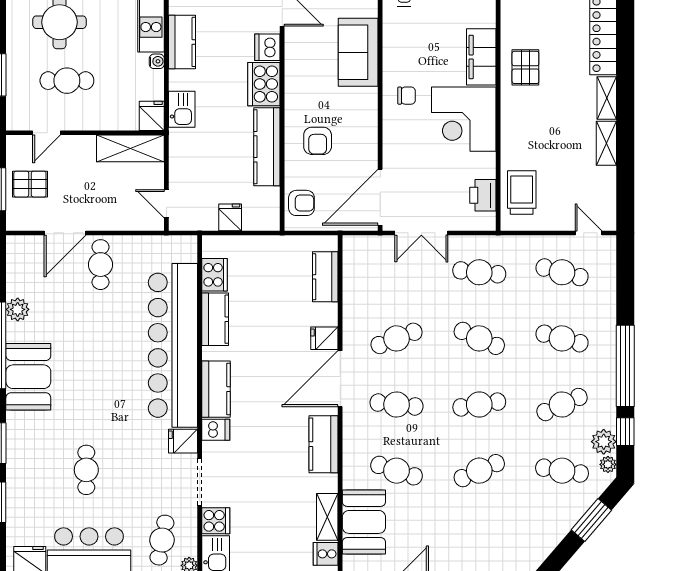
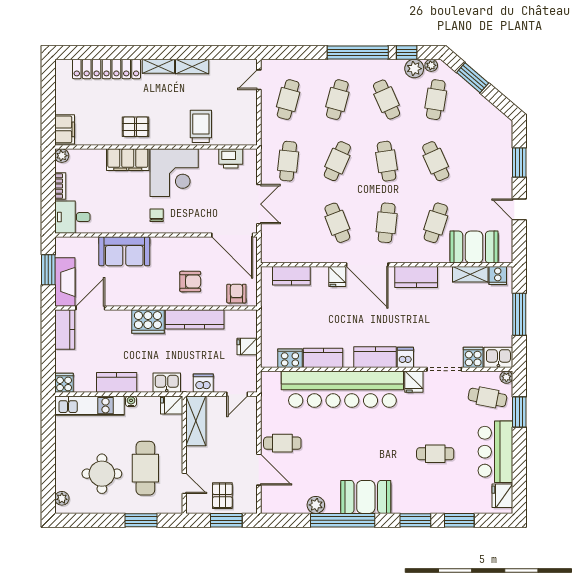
dishwasher: (267, 47) -> (203, 383), moved, turned 180
cafe table: (67, 81) -> (145, 468), width x1.37, depth x1.35
trolley: (522, 193) -> (201, 126), moved, turned 90

